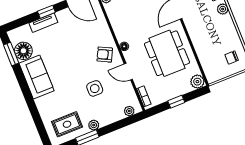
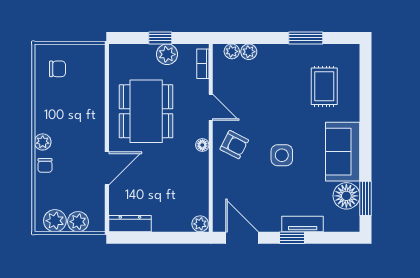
plant: (197, 82) -> (167, 54), moved
side table: (95, 88) -> (282, 155), moved
rug: (67, 124) -> (324, 86), moved, turned 90
plant: (94, 125) -> (249, 52), moved

